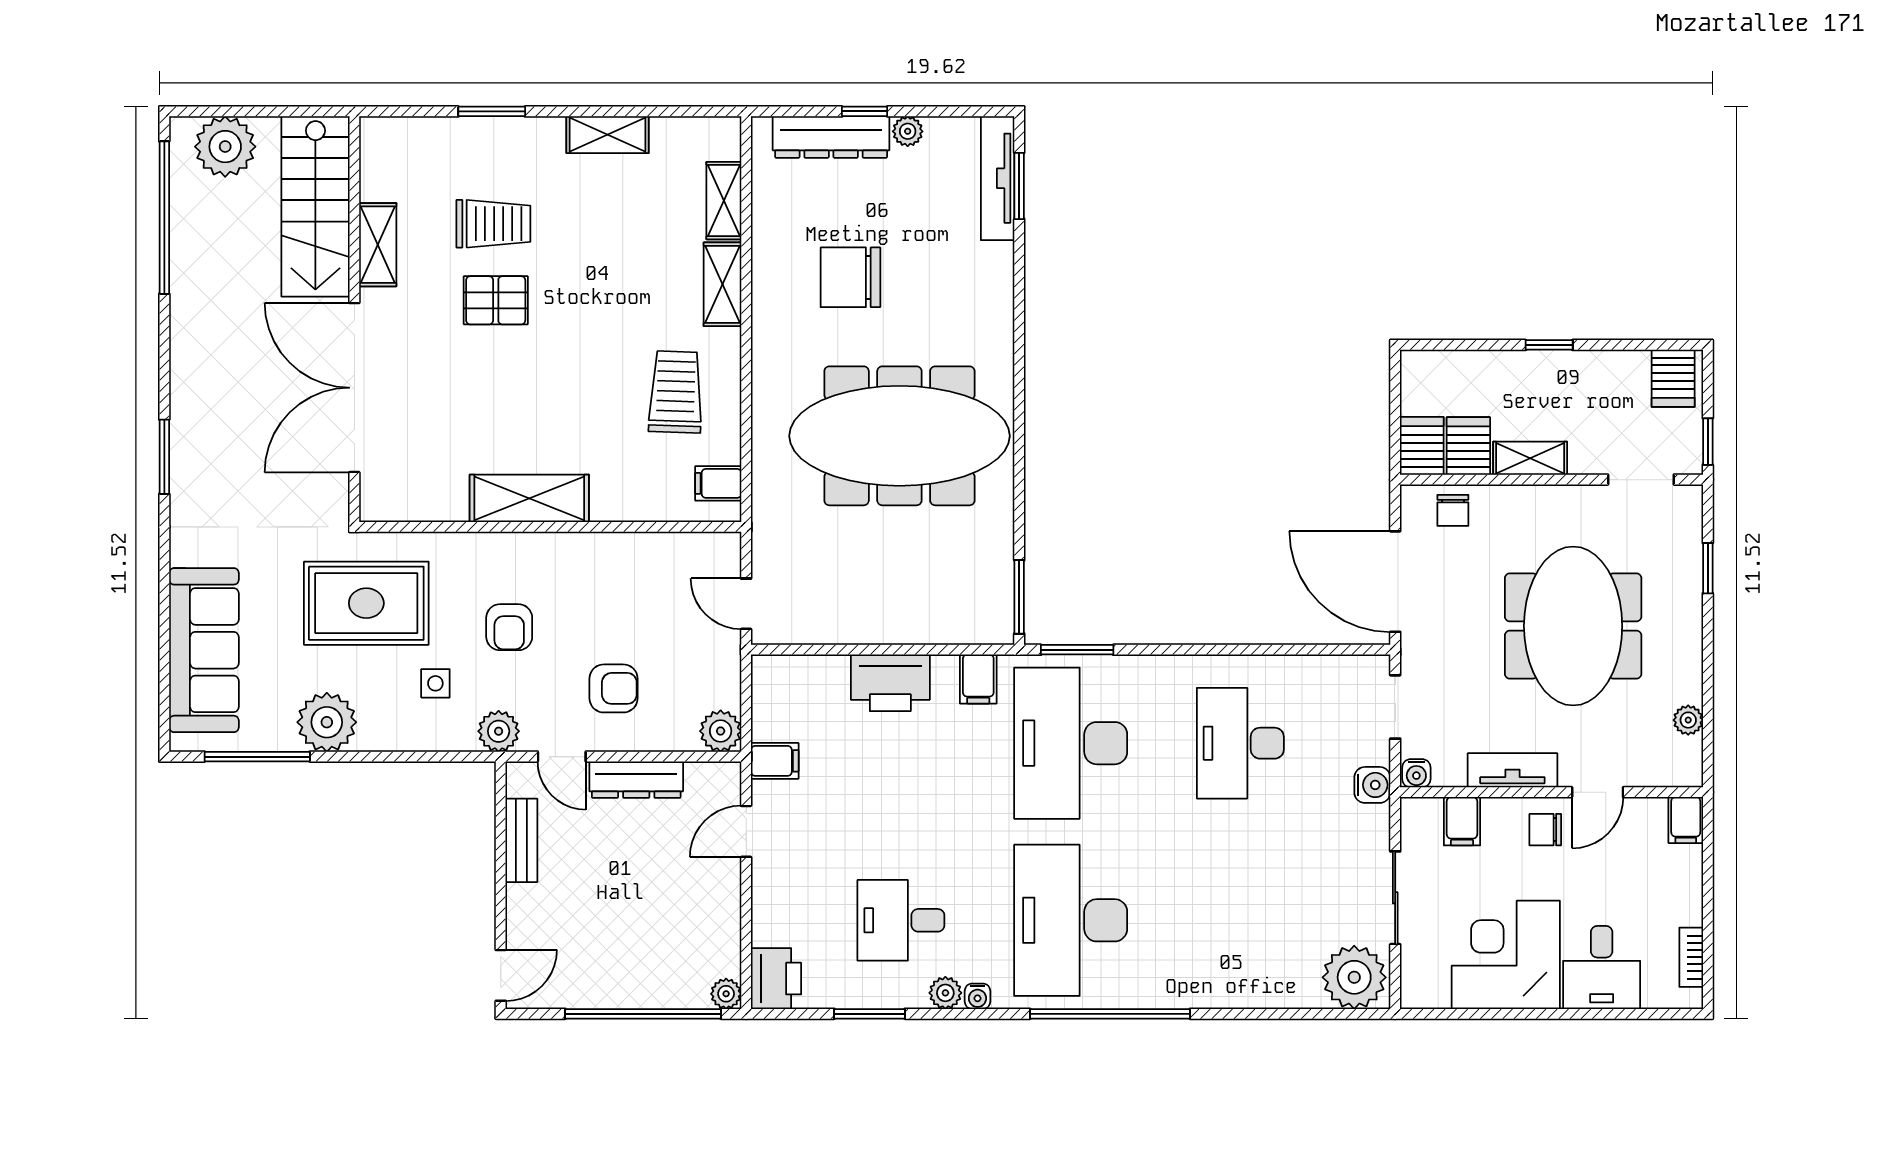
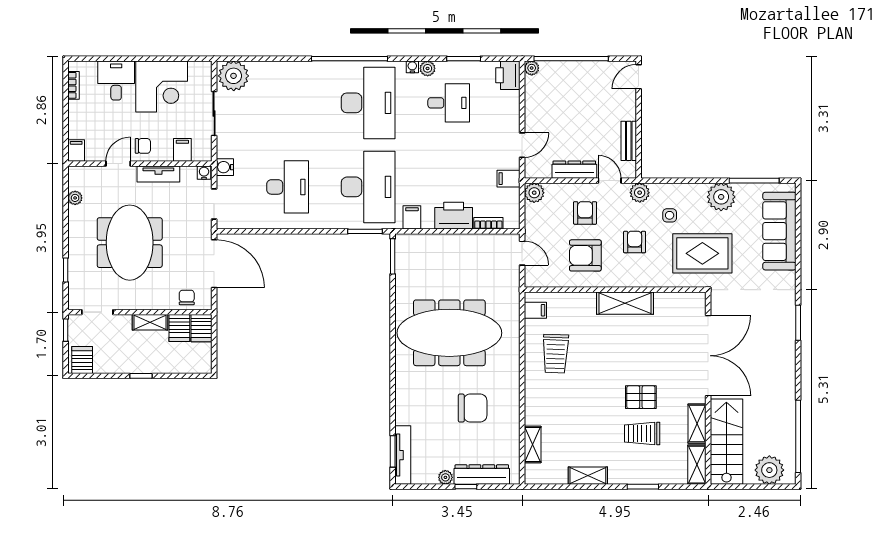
shelving: (723, 284) -> (697, 465), moved
armchair: (613, 599) -> (585, 255), added
bookcase: (817, 667) -> (488, 223), added
armchair: (614, 688) -> (585, 213), turned 90

